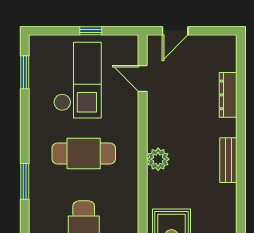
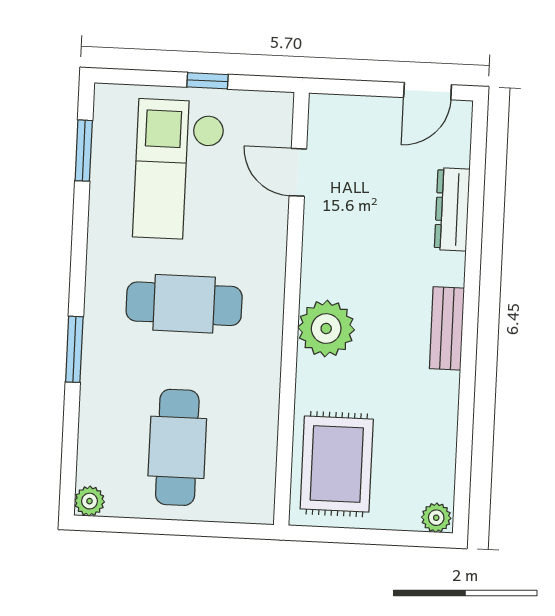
door: (175, 31) -> (428, 91), moved
checkout: (77, 80) -> (179, 170), turned 180
plant: (158, 159) -> (326, 329), width x1.36, depth x1.36

